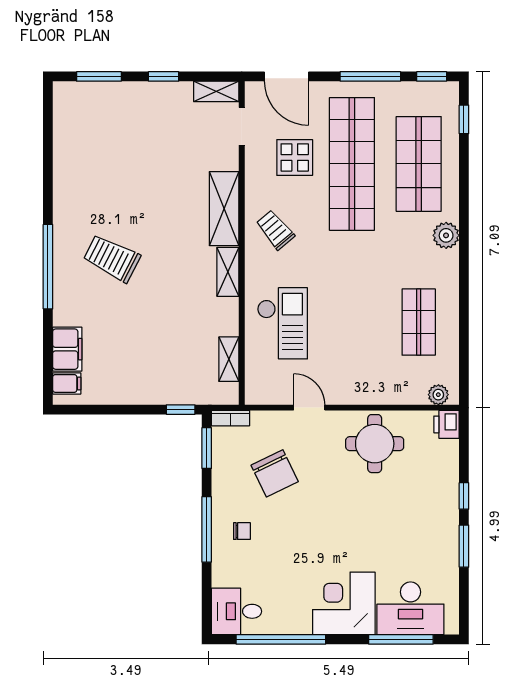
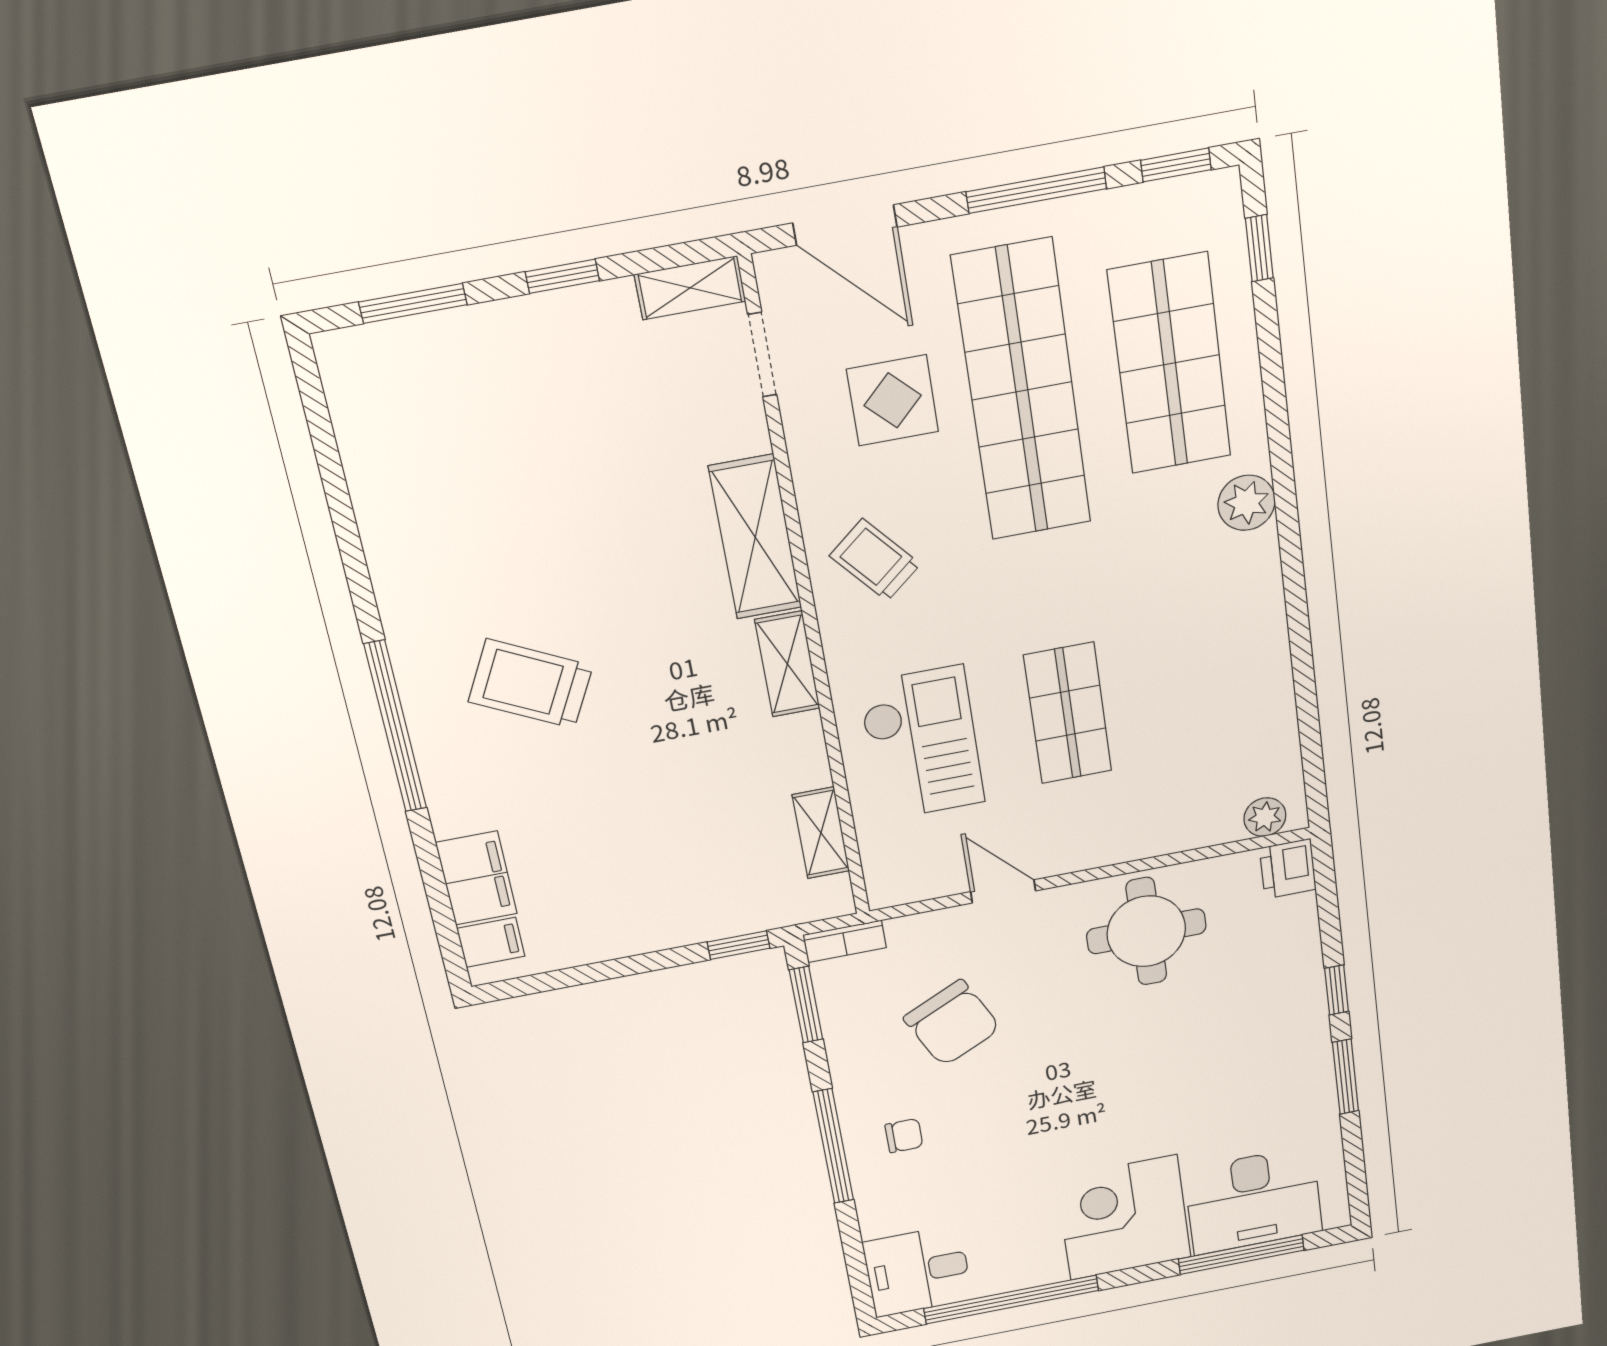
shop shelf: (419, 322) -> (1068, 713), moved

